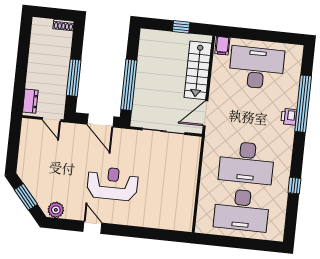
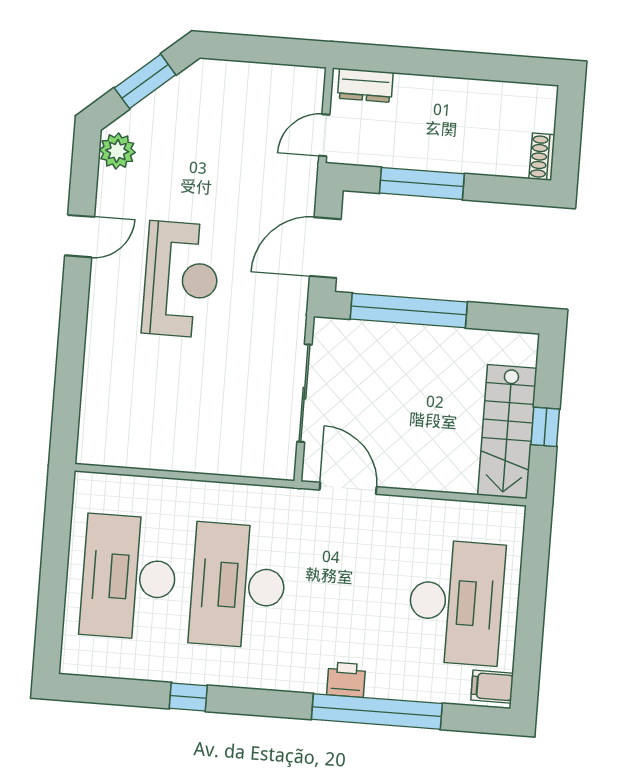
filing cabinet: (222, 46) -> (492, 687), moved
stairs: (198, 70) -> (507, 432), moved, turned -90

